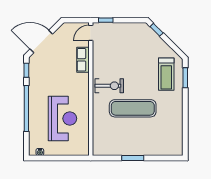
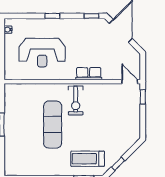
window: (157, 30) -> (118, 164), moved
row of seats: (83, 60) -> (89, 74), moved
window: (26, 109) -> (52, 16), width x0.32

